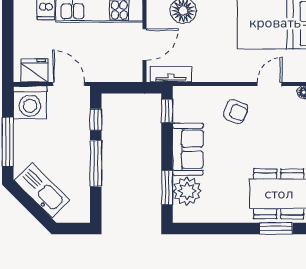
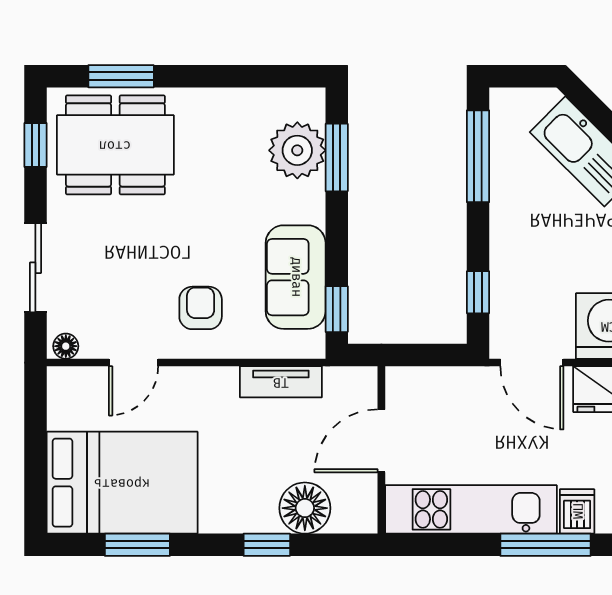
tv unit: (171, 74) -> (281, 382), moved
armchair: (236, 112) -> (201, 308), turned 69
sofa: (188, 149) -> (296, 277), moved
window: (96, 163) -> (478, 156), moved

